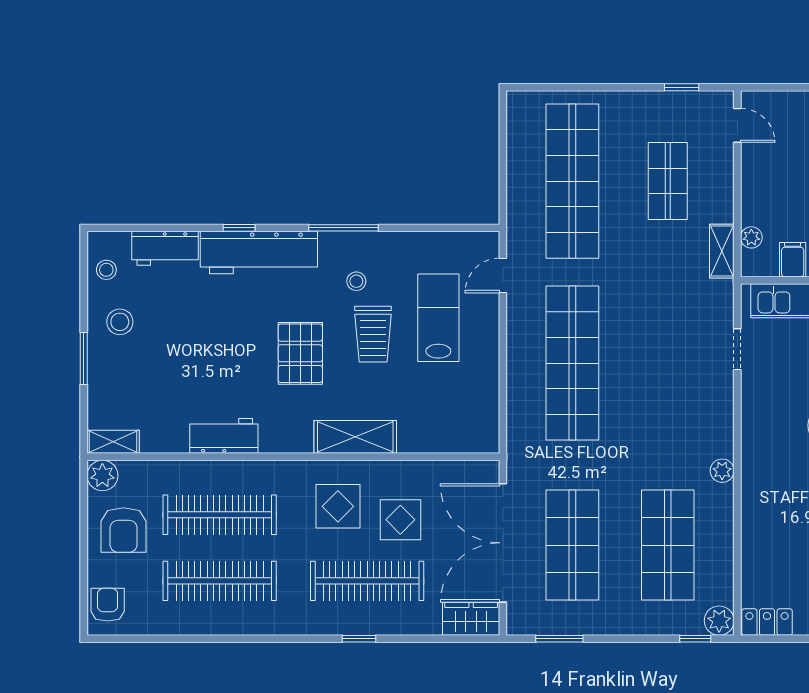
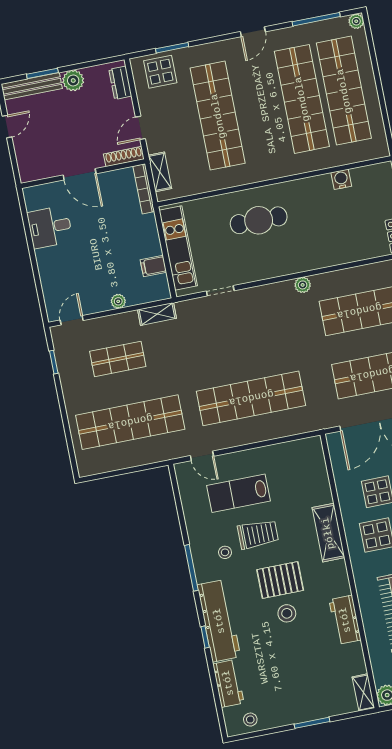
plant: (751, 237) -> (118, 301), moved
stool: (120, 322) -> (287, 613), moved

